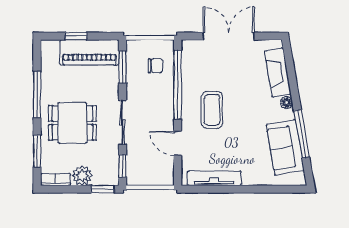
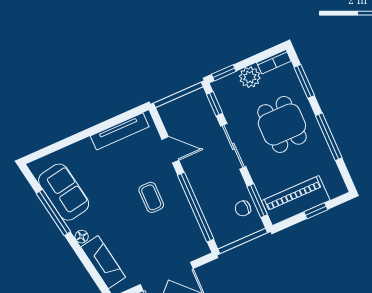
chair: (155, 66) -> (243, 208), moved
coffee table: (212, 110) -> (151, 197), width x0.73, depth x0.77
dining table: (72, 123) -> (282, 124), turned 90

